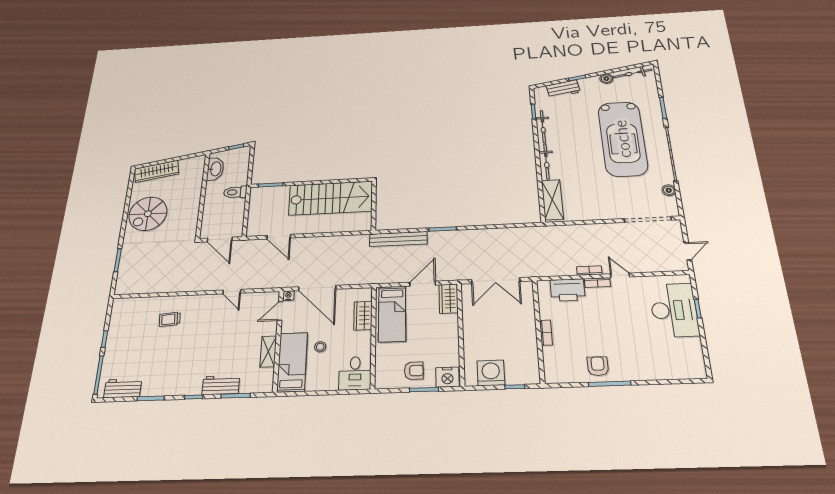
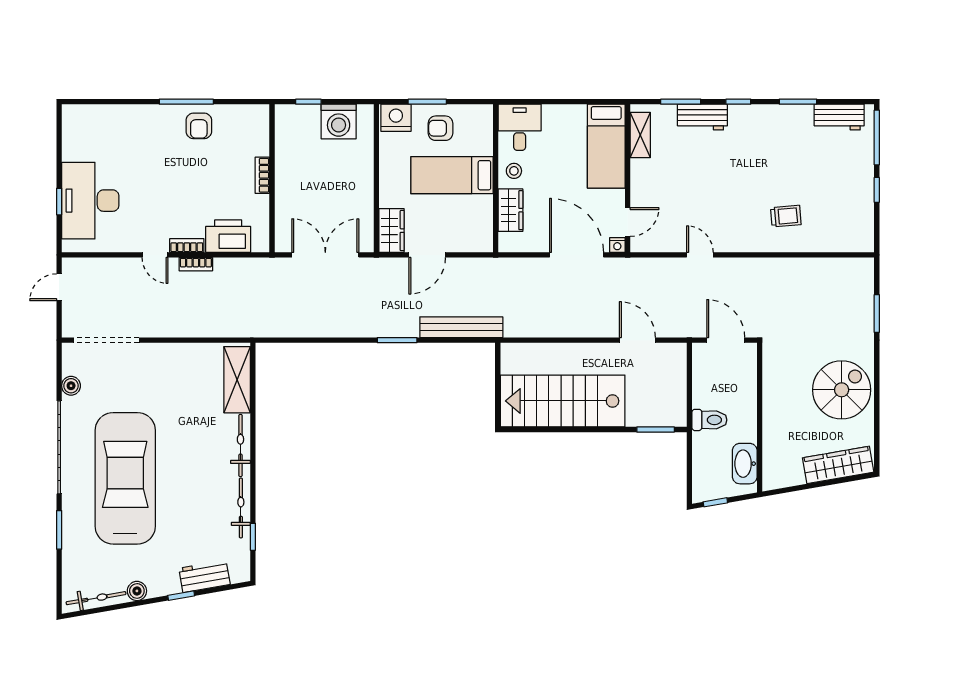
bed: (392, 314) -> (452, 175), moved, turned -90
stool: (320, 347) -> (514, 171), moved
shelving: (268, 351) -> (640, 135), moved

